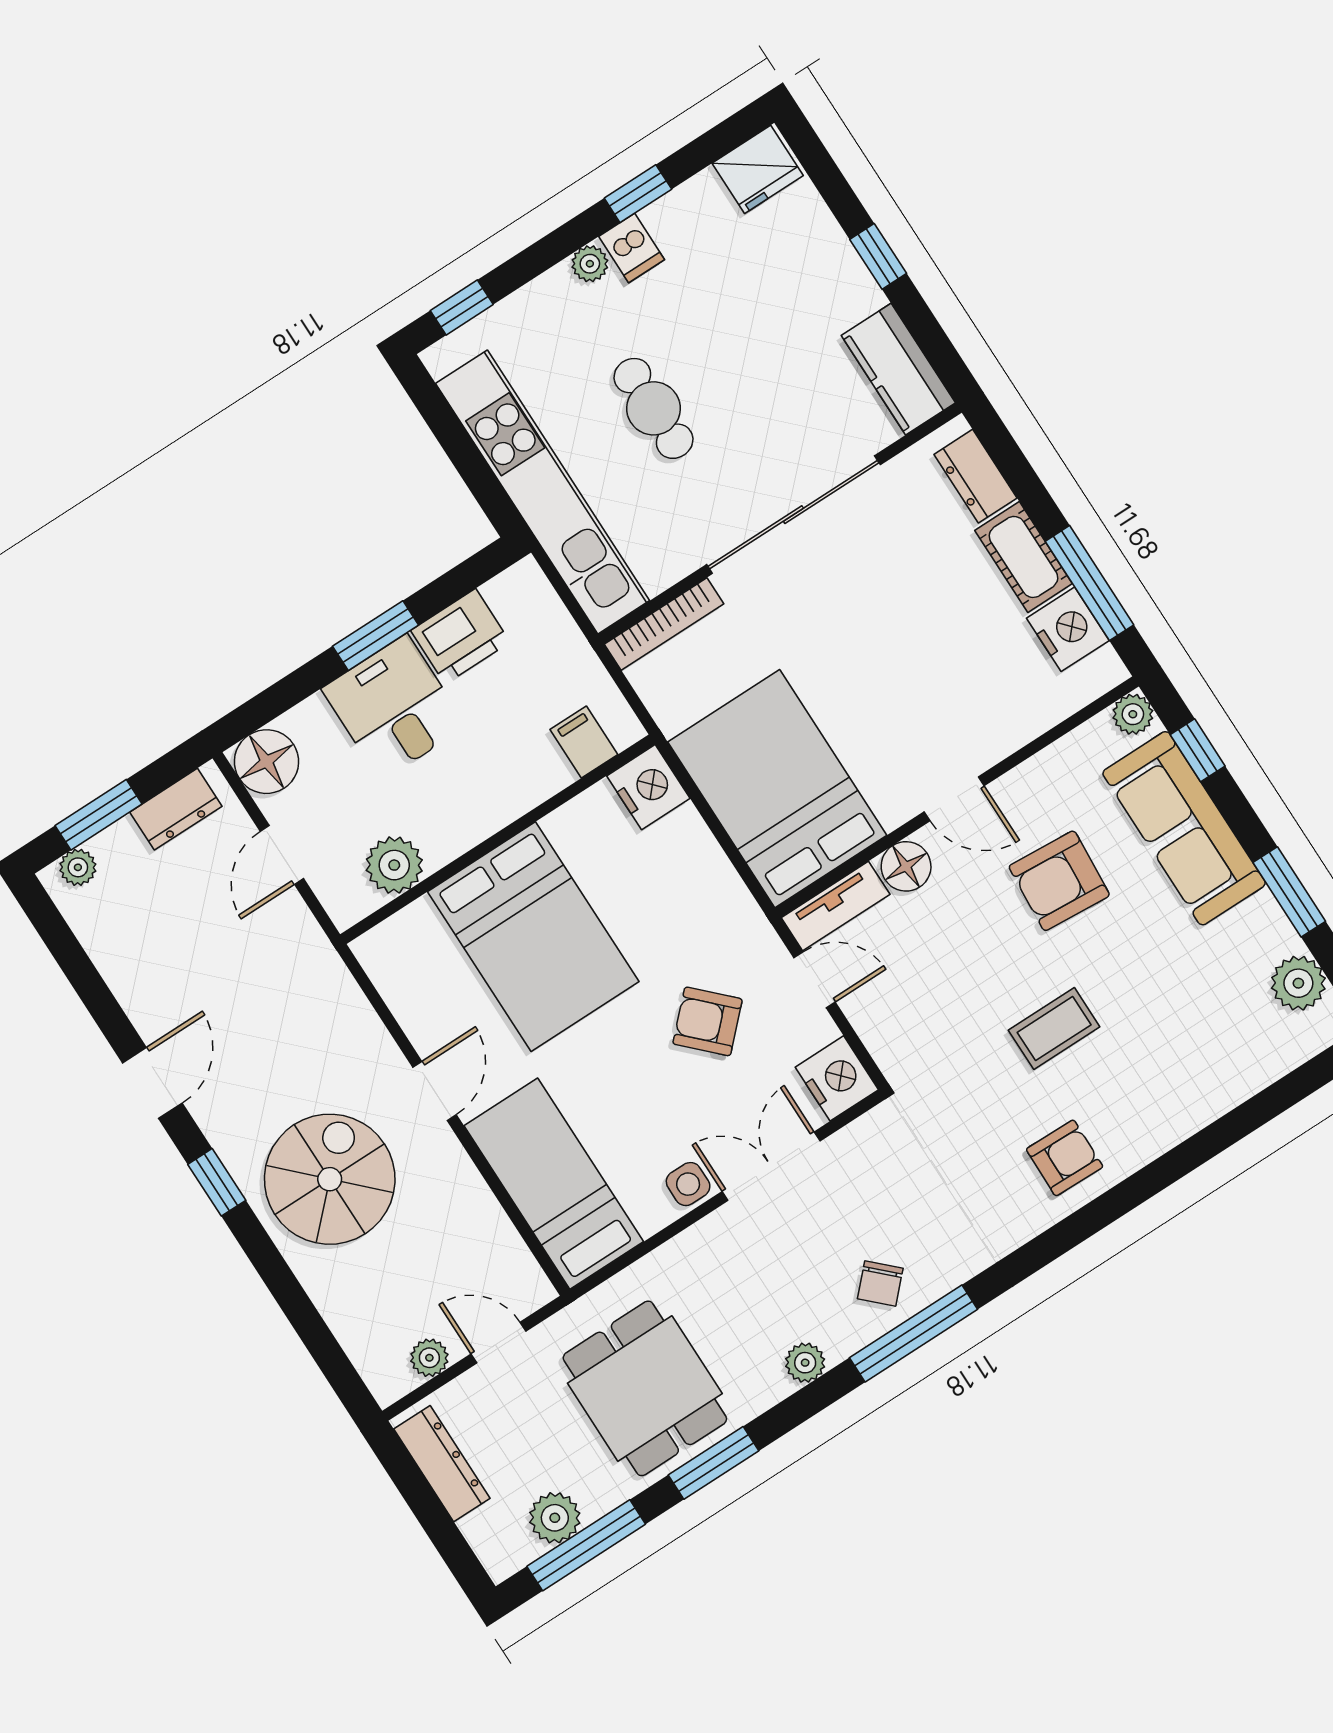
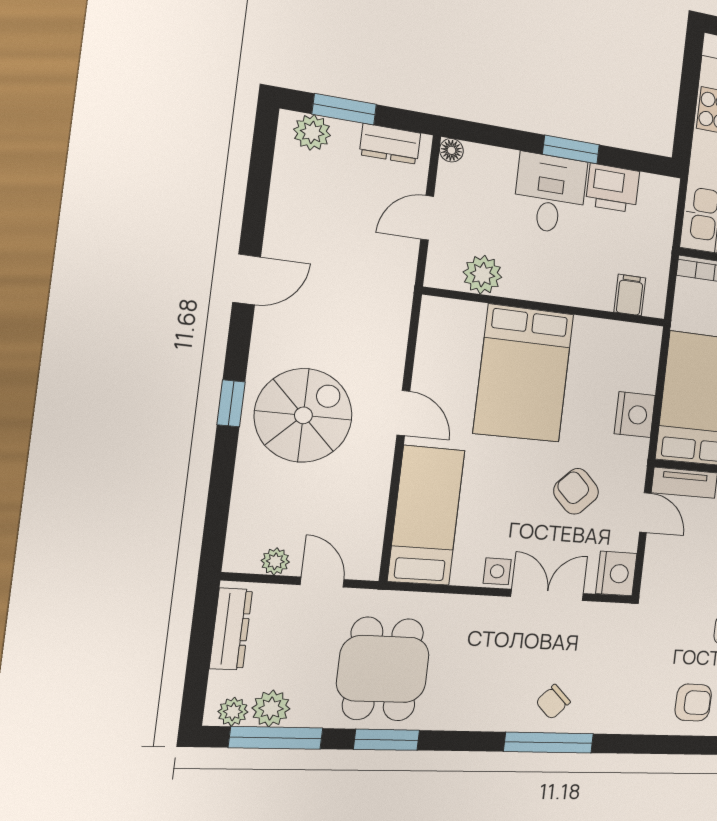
floor lamp: (266, 762) -> (451, 150), width x0.53, depth x0.53
nightstand: (648, 787) -> (635, 415), moved
plant: (78, 867) -> (312, 132), width x1.38, depth x1.38
door: (435, 1091) -> (403, 413), hinge flipped
window: (217, 1182) -> (231, 403), moved
plant: (805, 1363) -> (233, 712), moved

